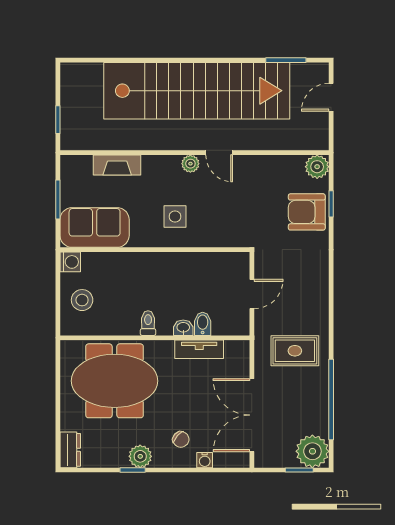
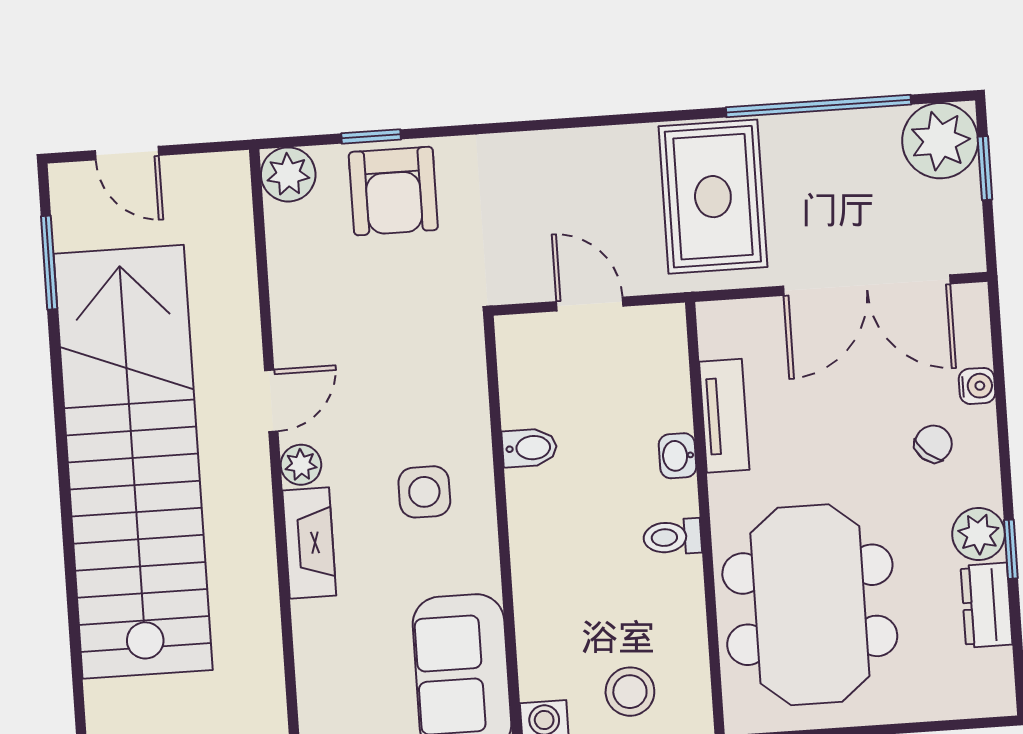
fireplace: (117, 165) -> (309, 543), moved
bidet: (203, 324) -> (529, 448), moved, turned 180
rug: (295, 351) -> (713, 197), width x1.36, depth x1.43
dresser: (70, 450) -> (986, 605), moved, turned -90

